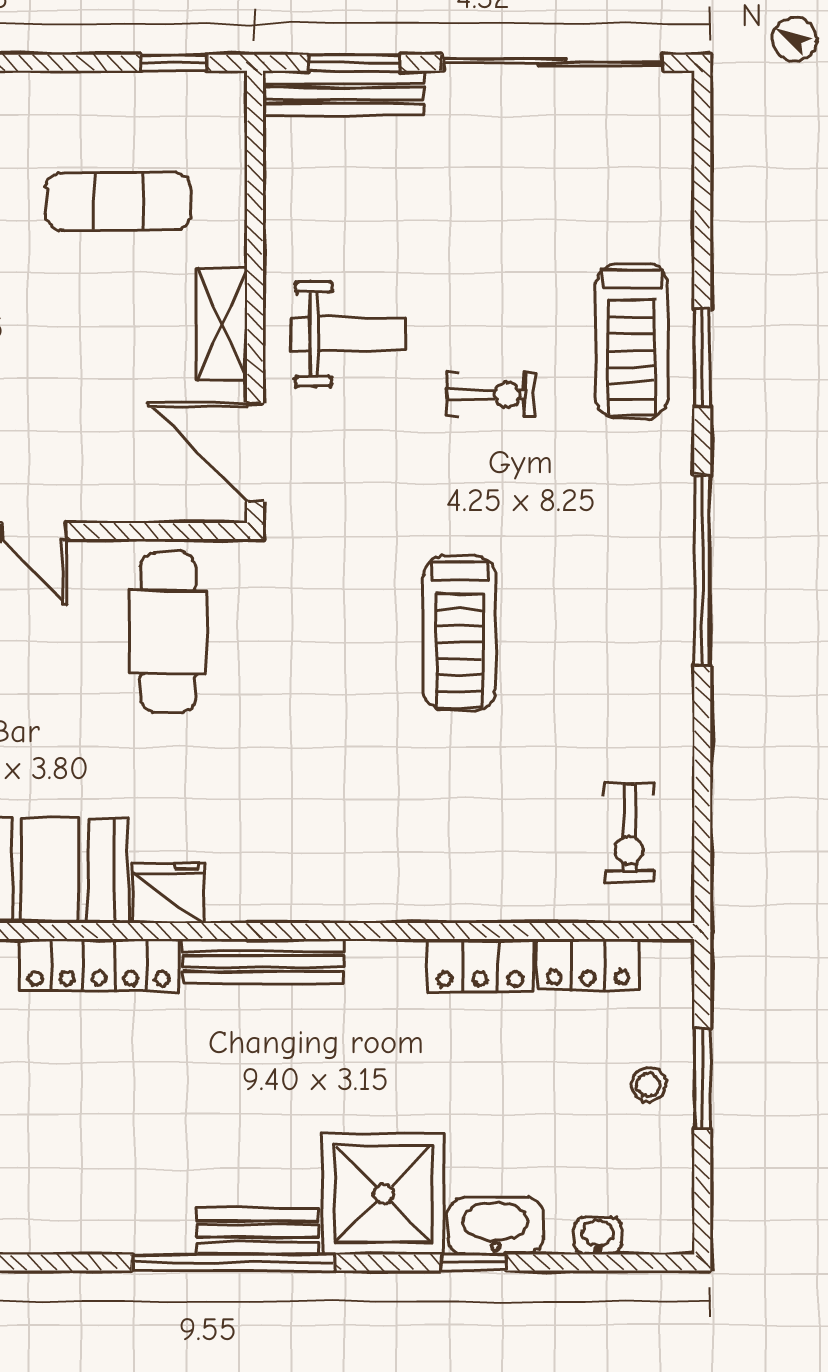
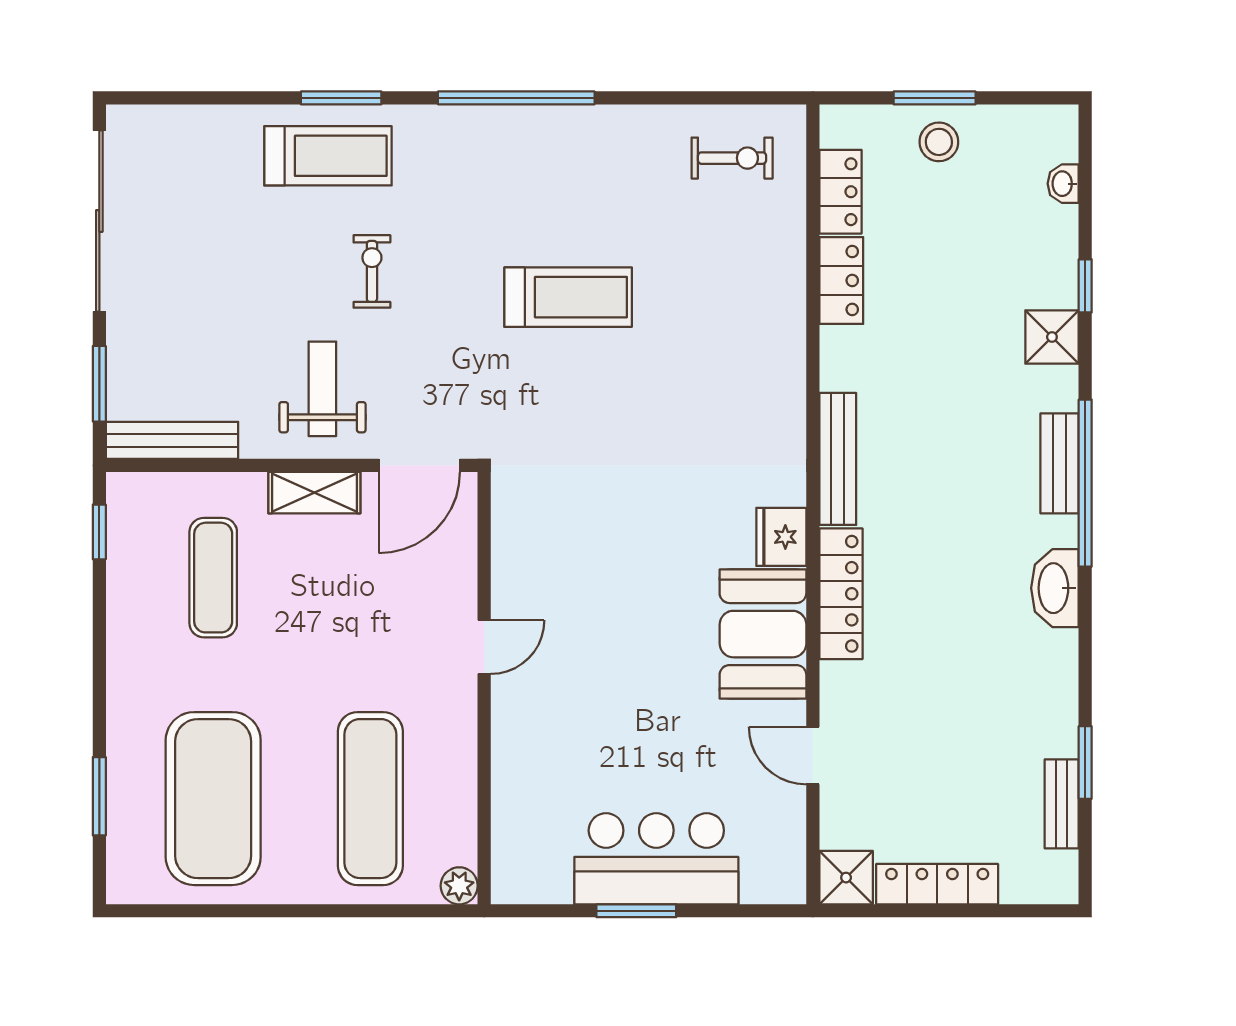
bench: (343, 93) -> (172, 440), moved, turned 90
cafe table: (168, 632) -> (567, 537), removed
stool: (649, 1084) -> (939, 142), width x1.37, depth x1.37
shower: (383, 1194) -> (1052, 337), width x0.54, depth x0.54
washbasin: (495, 1226) -> (1055, 588), moved

